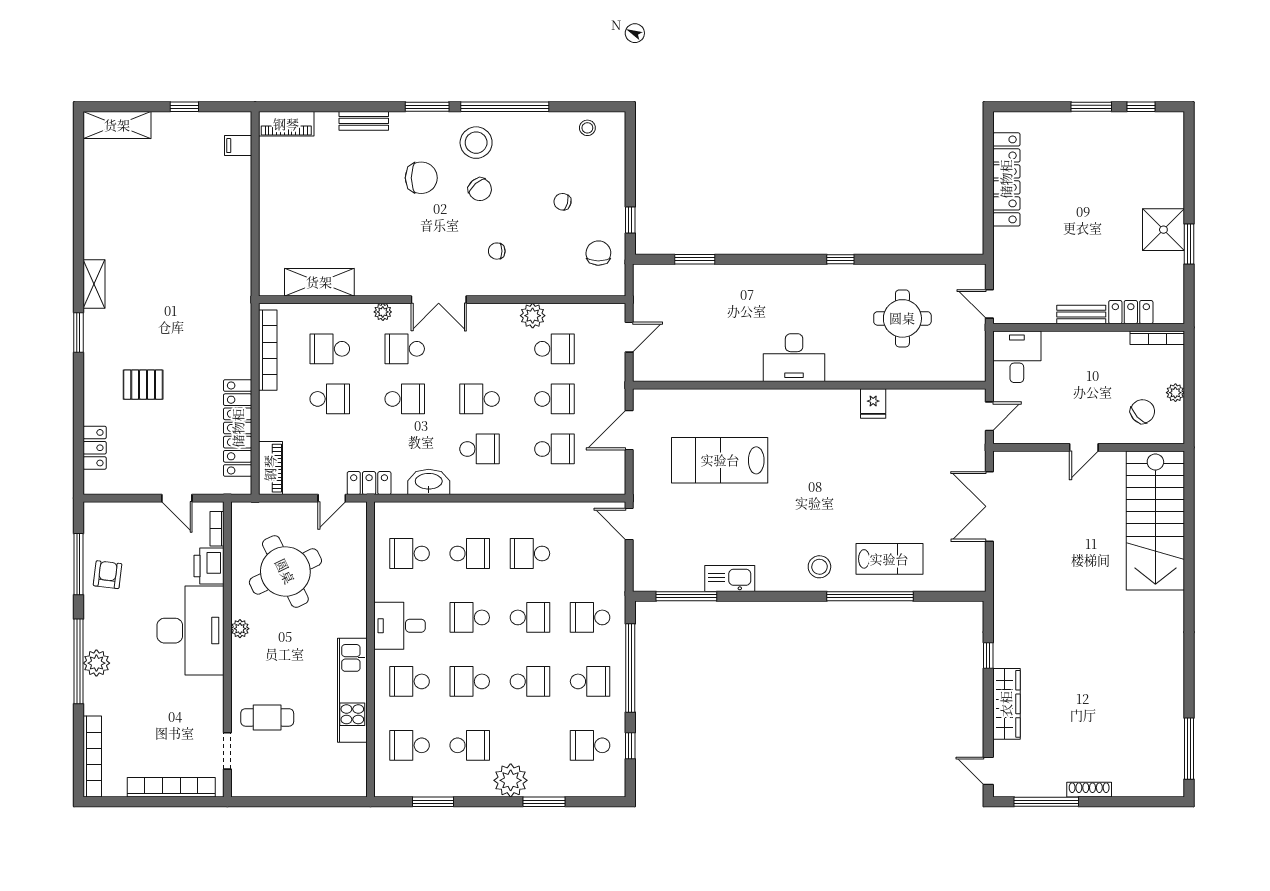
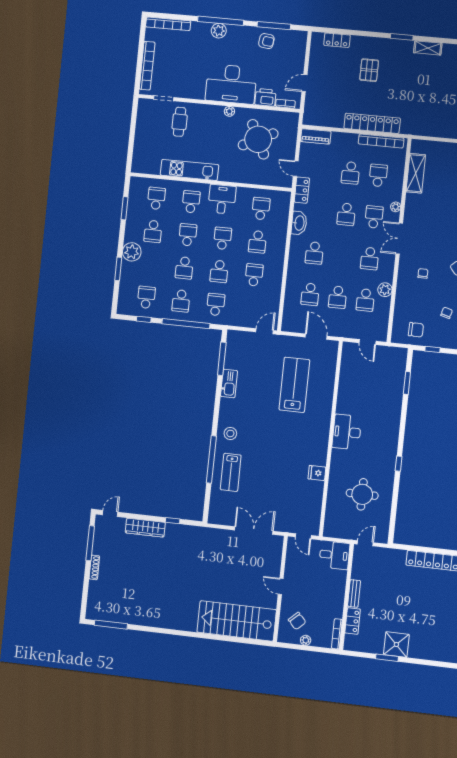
school desk: (480, 399) -> (370, 258), moved, turned 180
locker: (238, 428) -> (372, 123), moved

